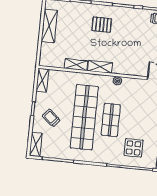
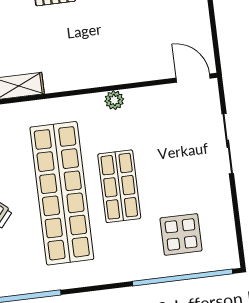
shelving: (100, 67) -> (71, 79), removed

